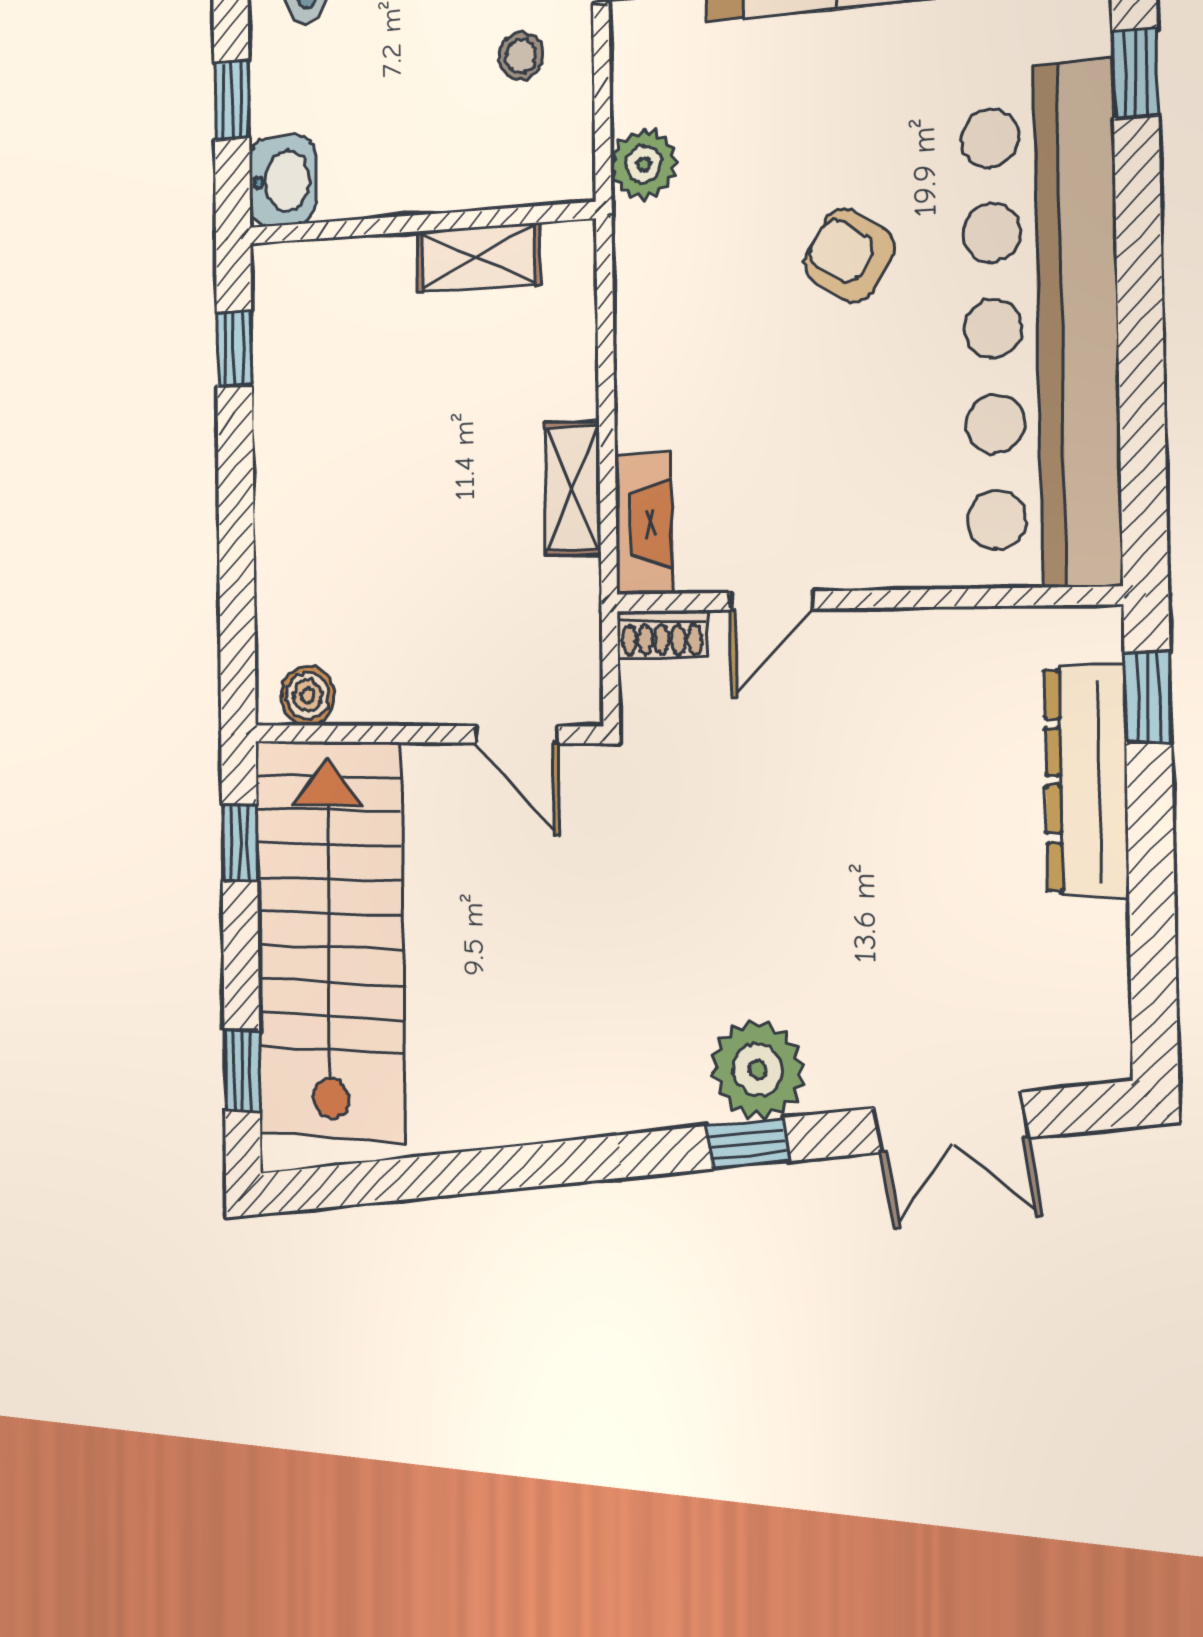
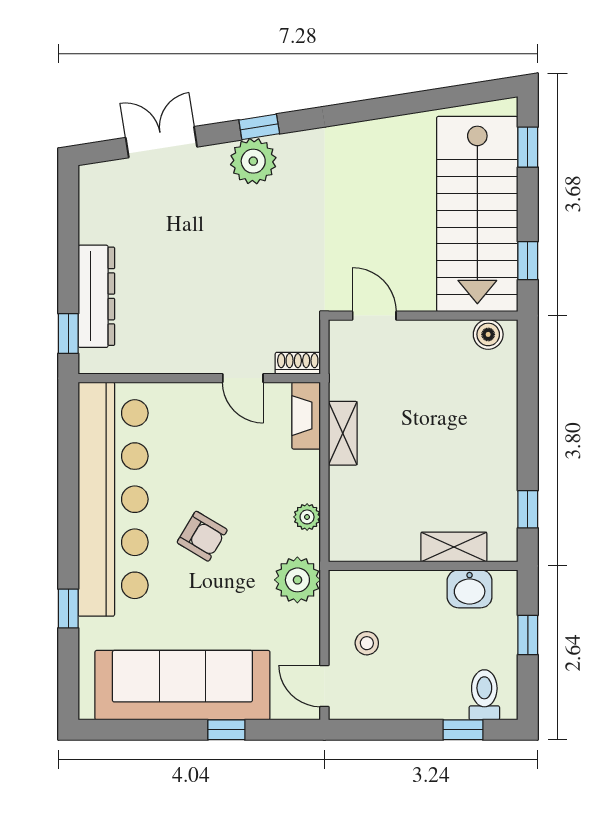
plant: (643, 164) -> (297, 580), width x1.36, depth x1.36
washbasin: (283, 181) -> (470, 589), moved, turned -90
shelving: (478, 257) -> (454, 547), moved
plant: (639, 310) -> (307, 517), added
door: (771, 601) -> (243, 378), swing flipped

